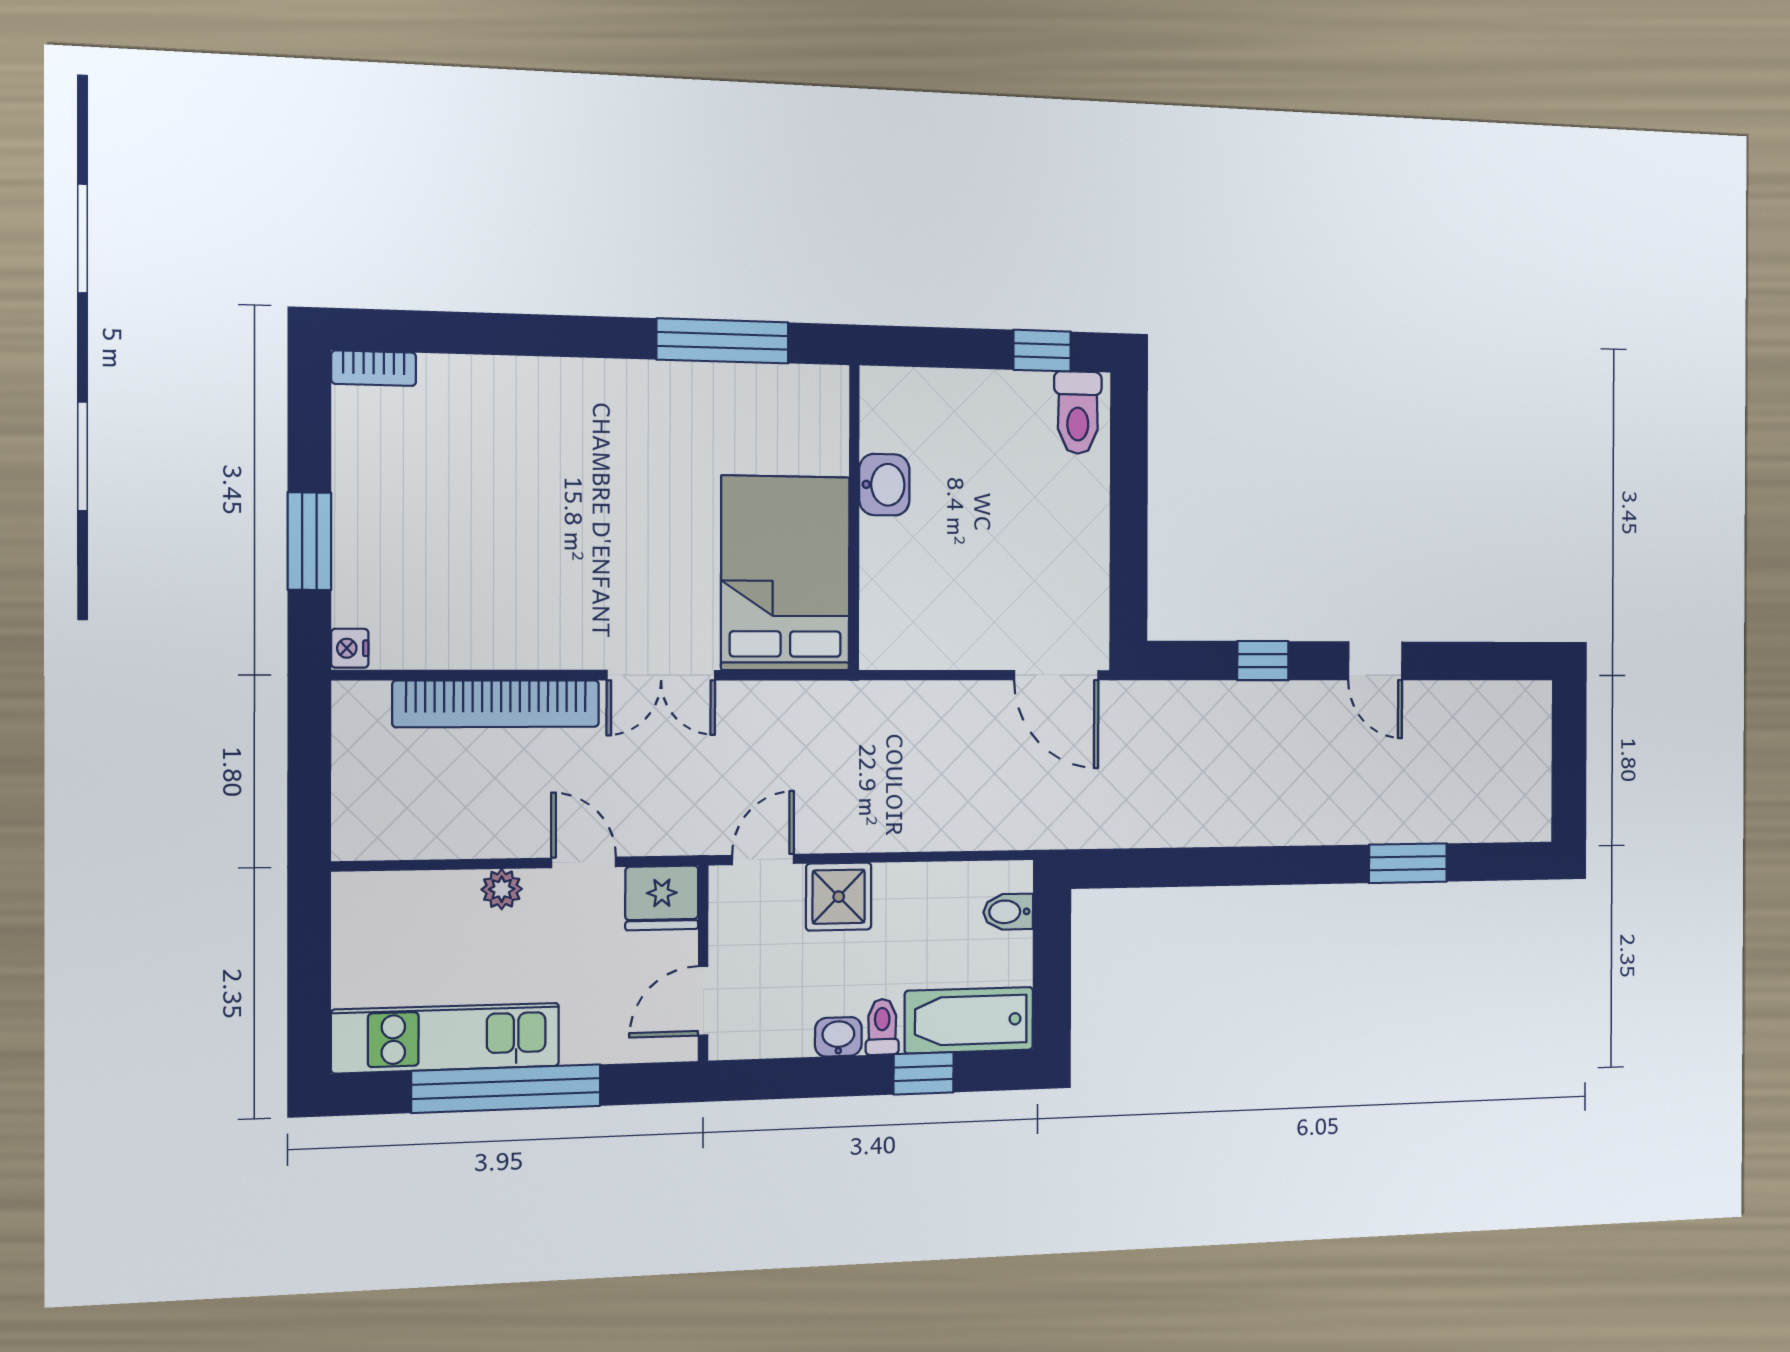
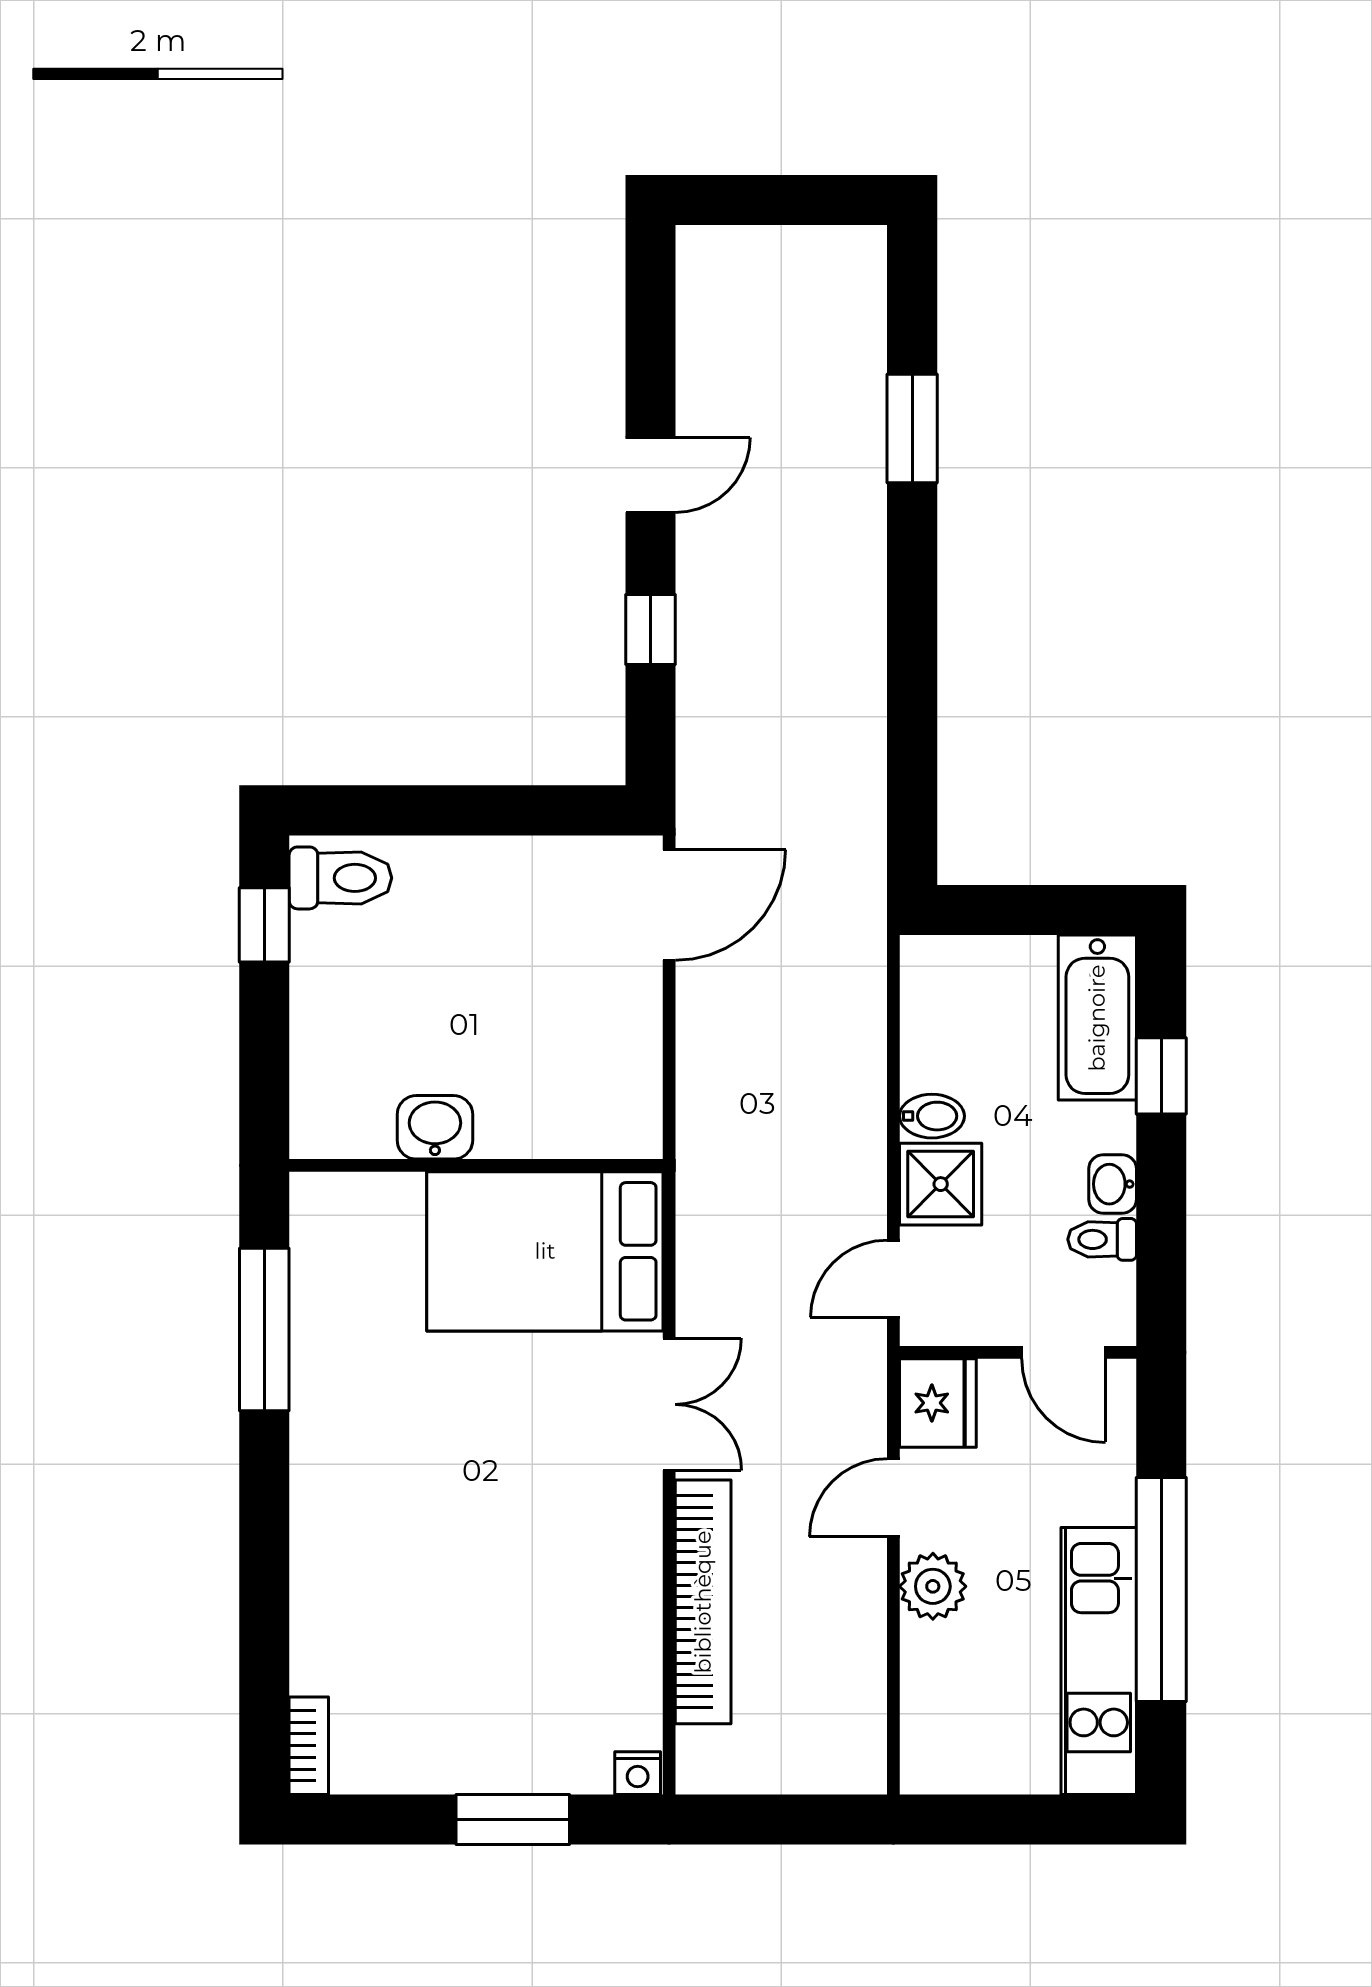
door: (763, 859) -> (893, 1279), hinge flipped
plant: (502, 889) -> (933, 1586), width x1.38, depth x1.38
bidet: (1008, 912) -> (932, 1116), moved, turned -90
toilet: (882, 1027) -> (1102, 1239), moved

